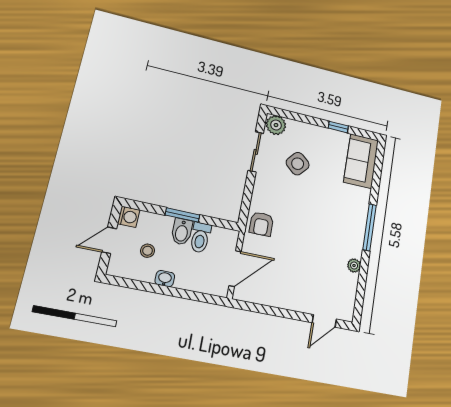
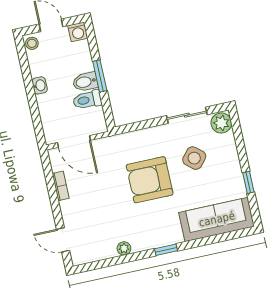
sofa: (361, 161) -> (217, 219), width x1.36
armchair: (261, 224) -> (150, 180), moved, width x1.88, depth x1.88
window: (370, 227) -> (166, 250), width x0.46
stool: (147, 251) -> (32, 43), moved
bookcase: (272, 301) -> (61, 186), added

